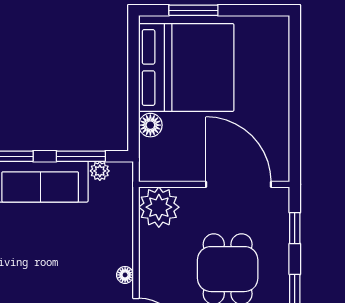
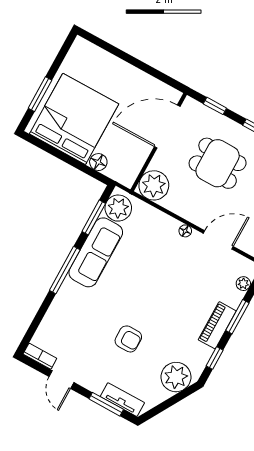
plant: (100, 171) -> (118, 208), width x1.88, depth x1.88

